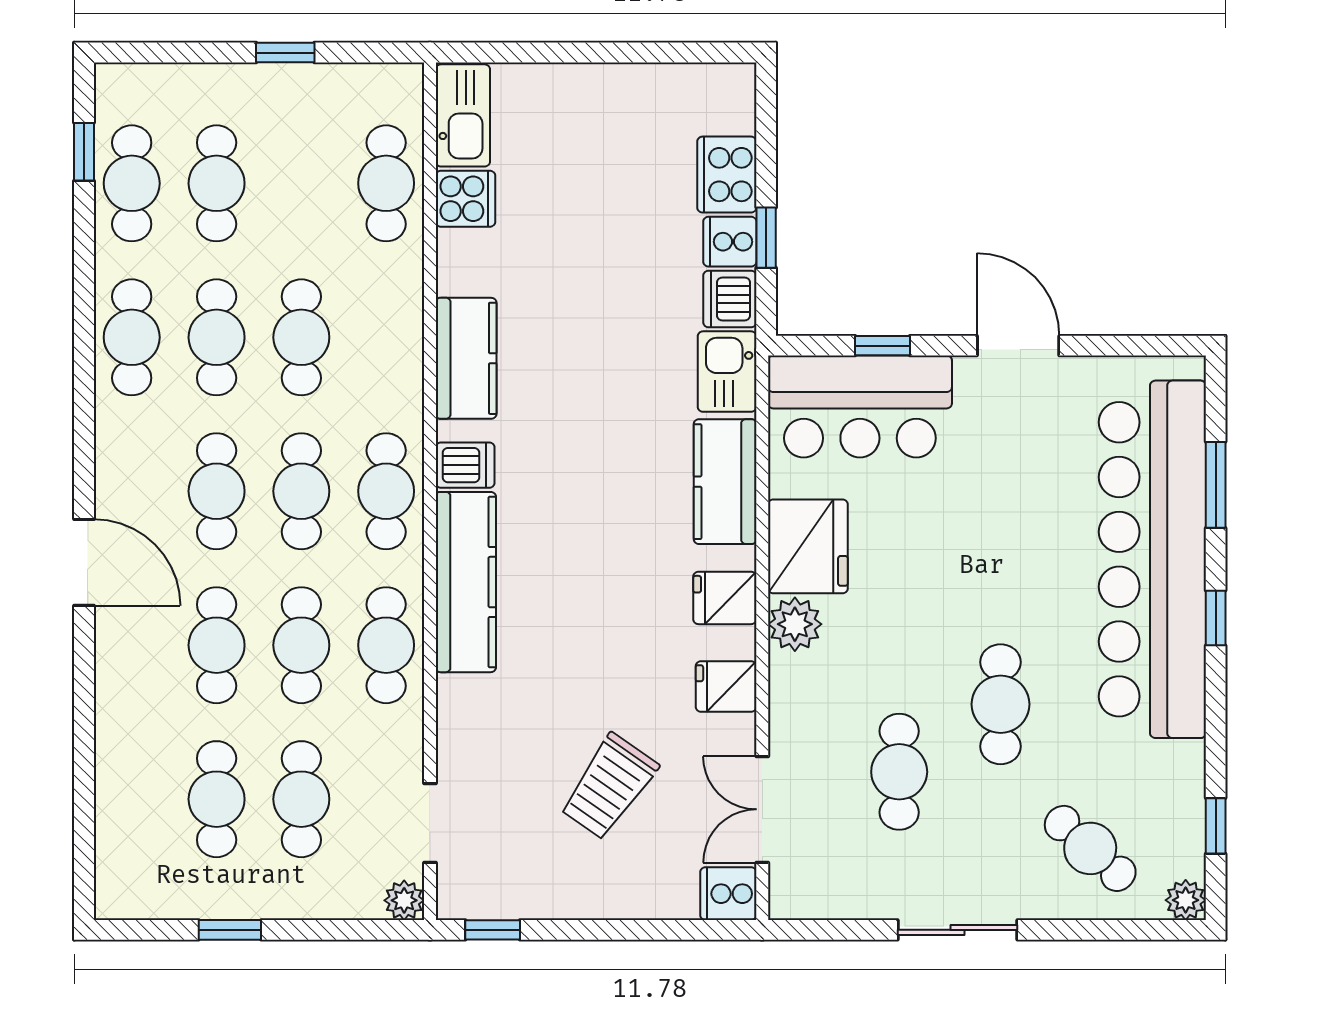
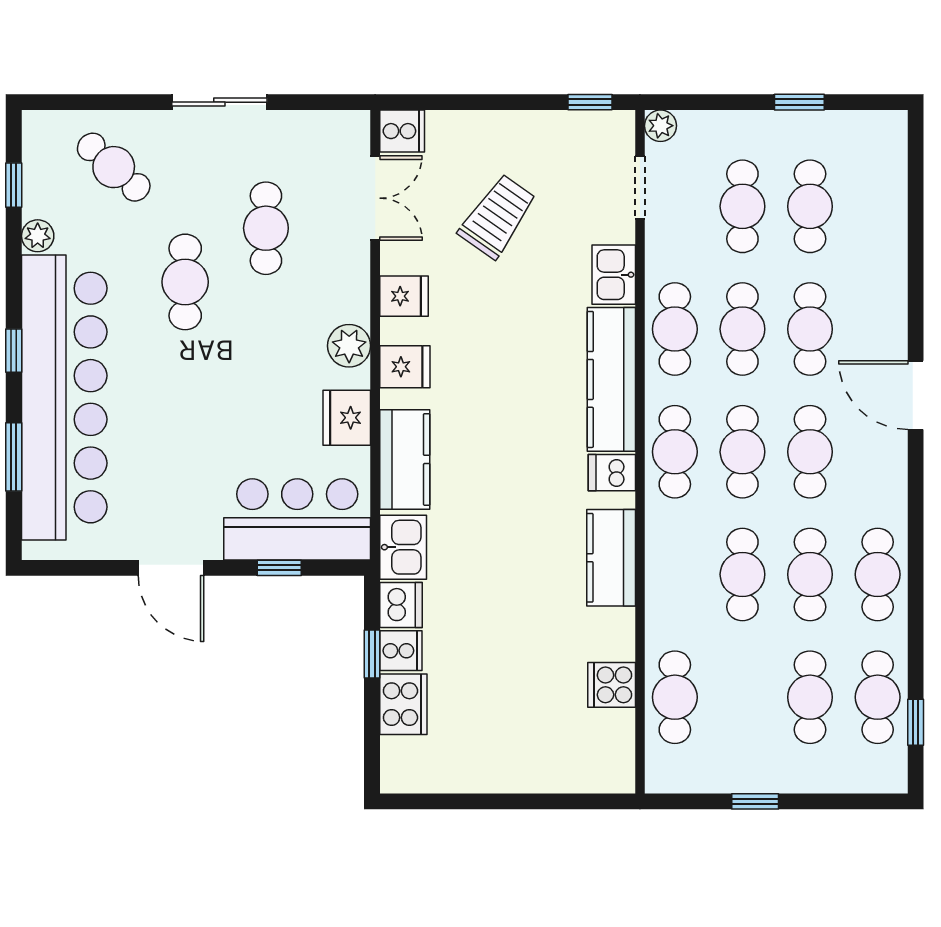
kitchen sink: (463, 115) -> (614, 275), moved, width x0.73
fridge: (808, 546) -> (347, 418), width x0.73, depth x0.75
plant: (1186, 900) -> (38, 236), moved

